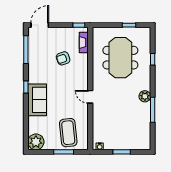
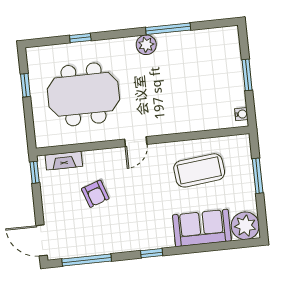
door: (90, 97) -> (136, 142), moved
sofa: (37, 100) -> (202, 228), moved
coffee table: (68, 133) -> (199, 170), moved

